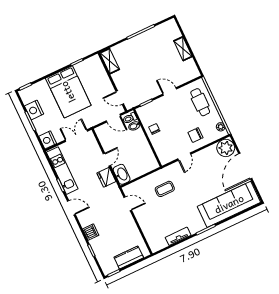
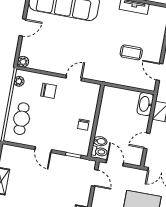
plant: (226, 148) -> (23, 62), width x0.53, depth x0.53
door: (107, 160) -> (147, 141), moved
door: (245, 166) -> (23, 27), width x0.53
coffee table: (165, 189) -> (131, 52), moved

